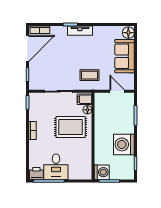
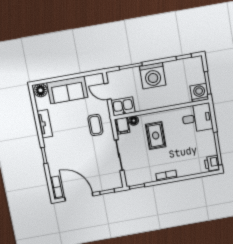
tv unit: (80, 31) -> (45, 124), moved
door: (117, 91) -> (108, 91), hinge flipped
kitchen sink: (102, 102) -> (123, 106), added
rug: (71, 127) -> (156, 136), width x0.73, depth x0.70
washing machine: (124, 144) -> (153, 76), moved
desk: (56, 167) -> (197, 118), moved

